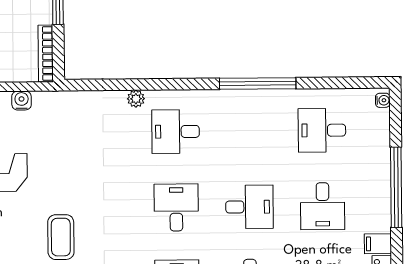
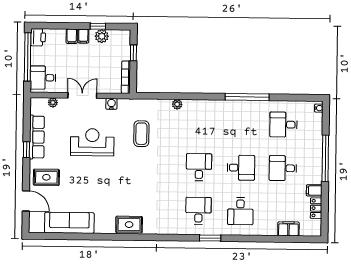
desk: (176, 132) -> (199, 124), removed
desk: (323, 206) -> (283, 168), turned 90
coffee table: (61, 237) -> (141, 134), moved

